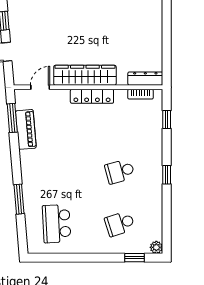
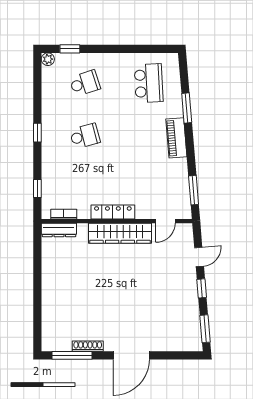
piano: (26, 129) -> (176, 138), moved

